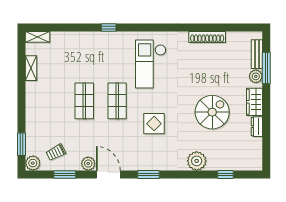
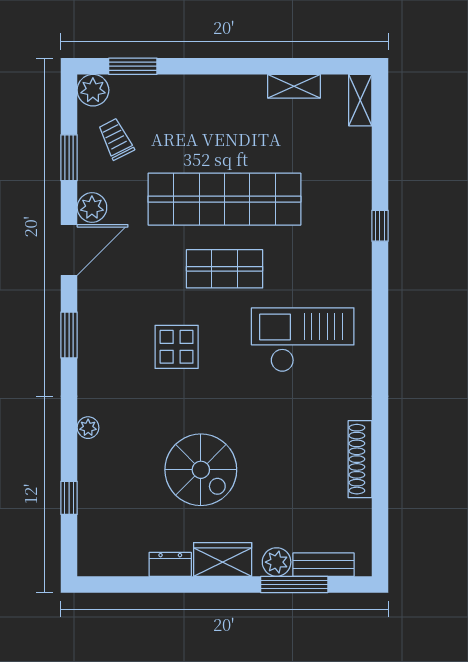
window: (109, 27) -> (380, 226), moved
shop shelf: (84, 101) -> (224, 199), width x2.00, depth x1.36
plant: (197, 161) -> (88, 428), width x0.53, depth x0.53

